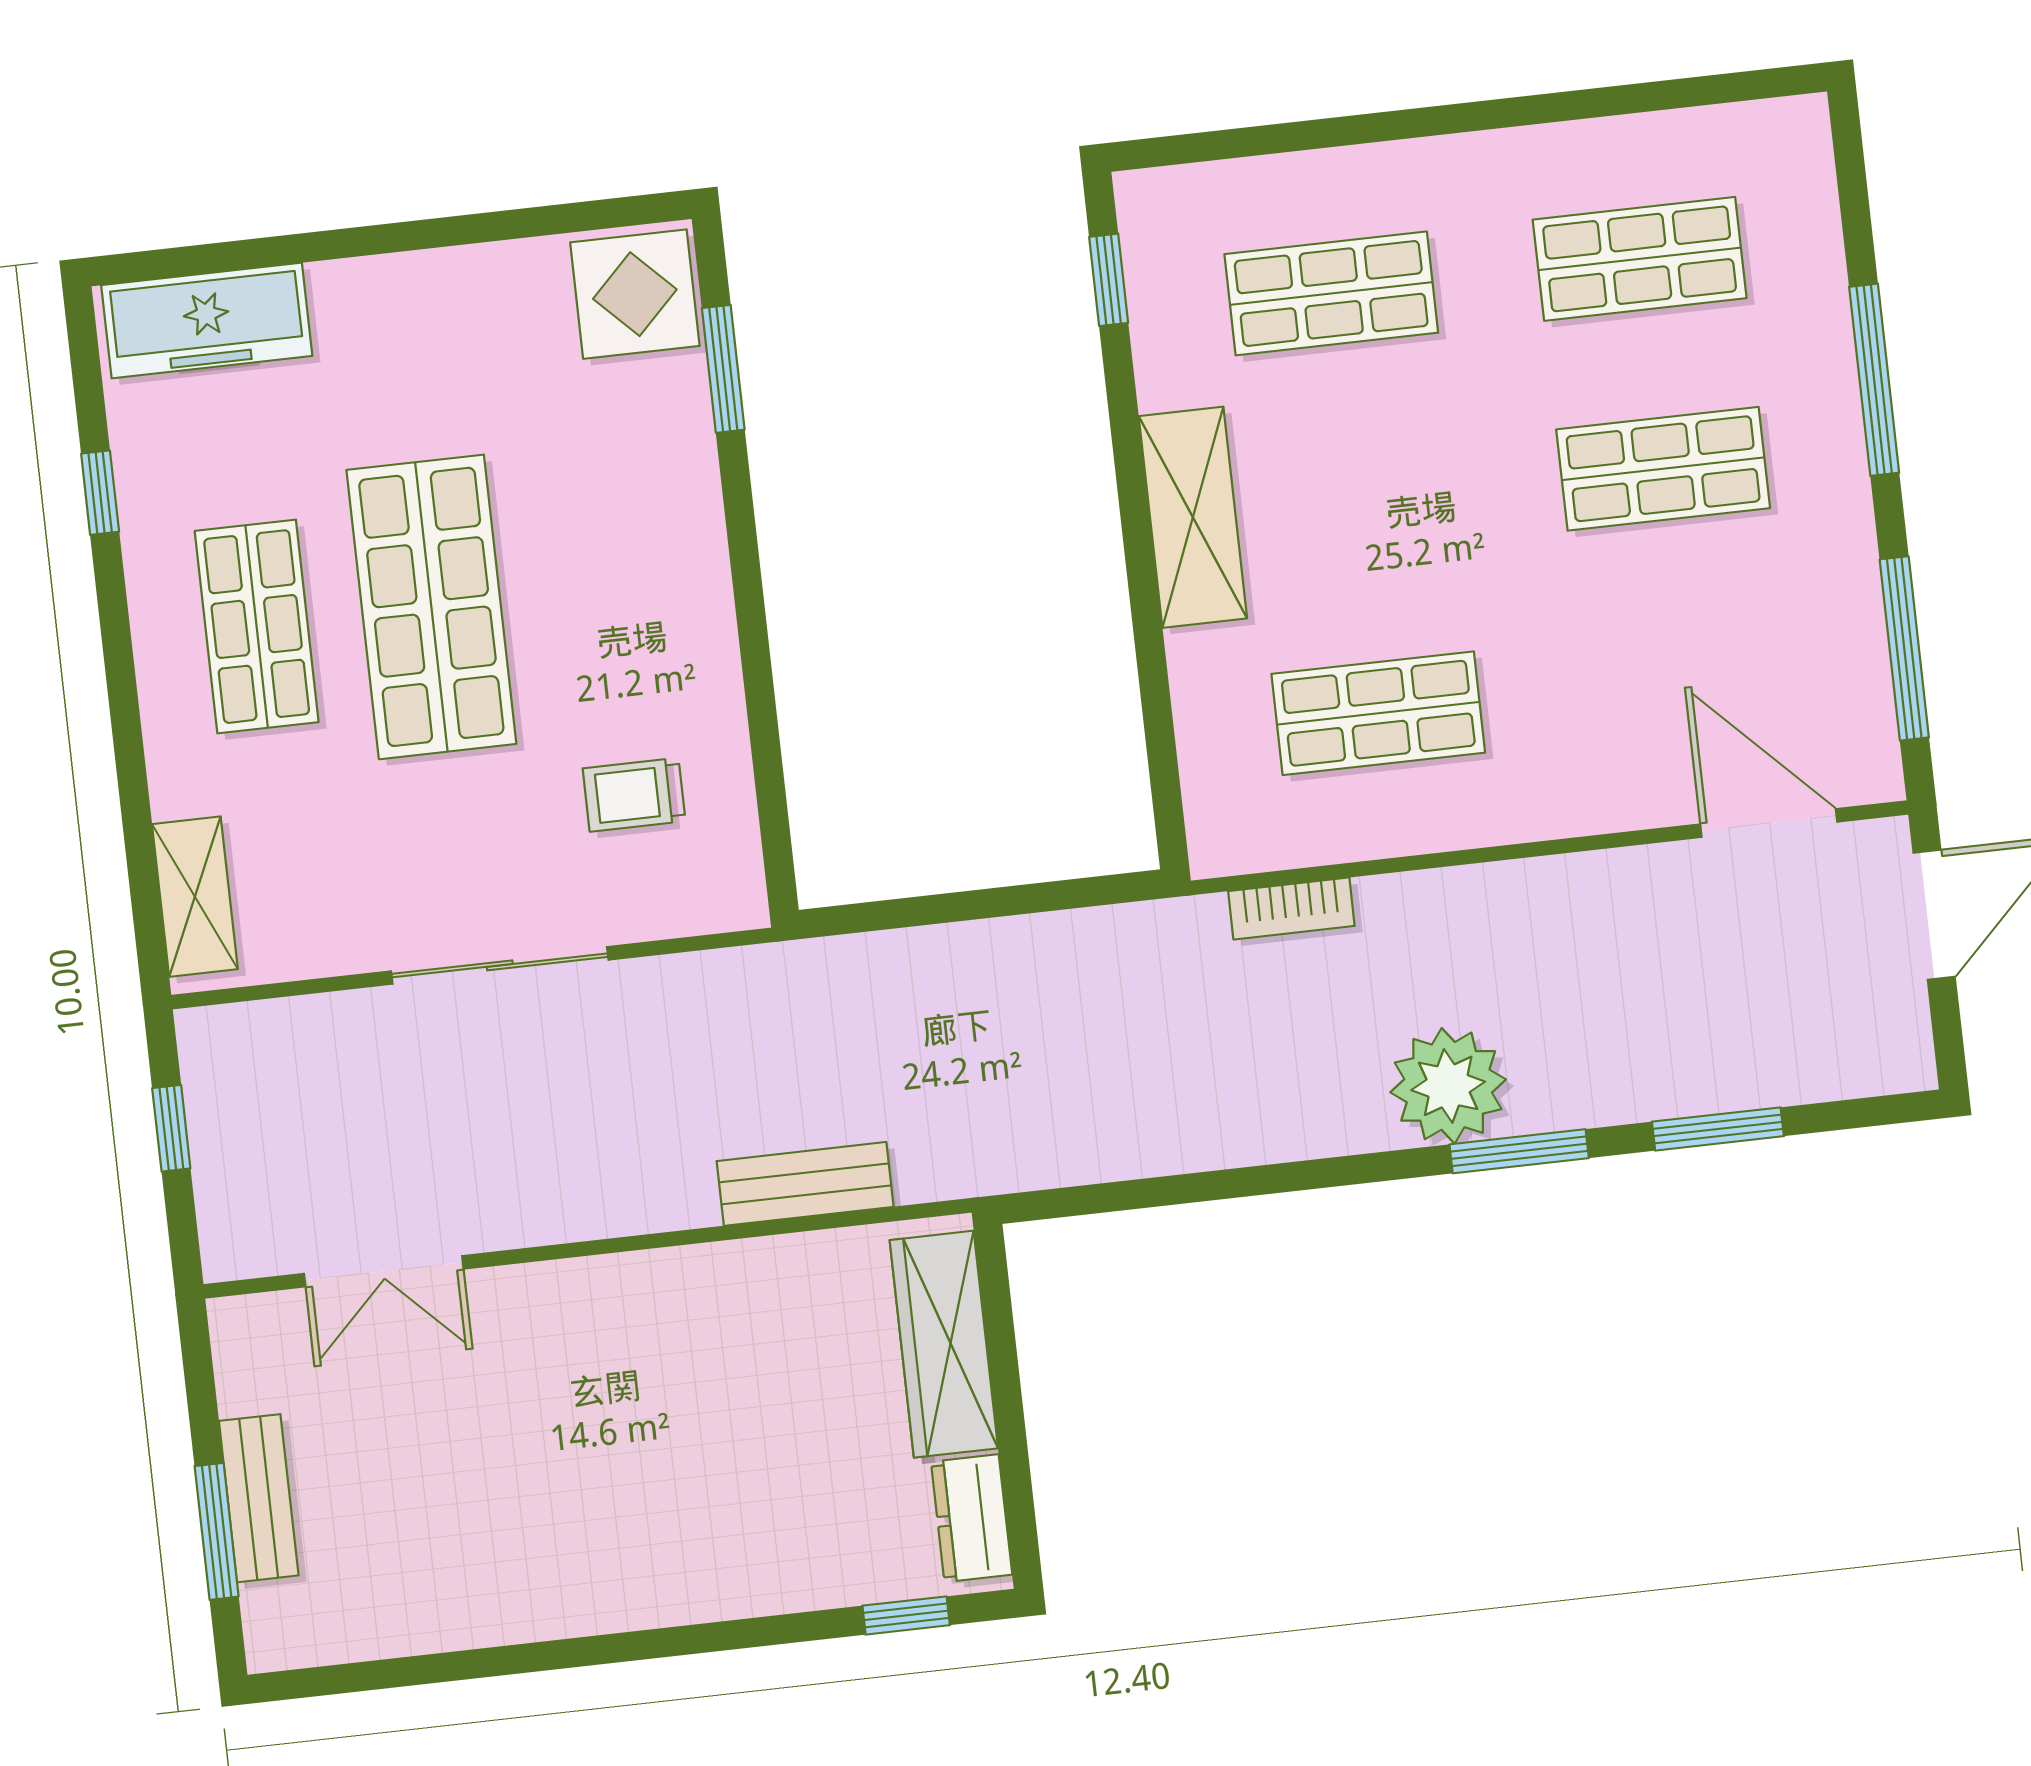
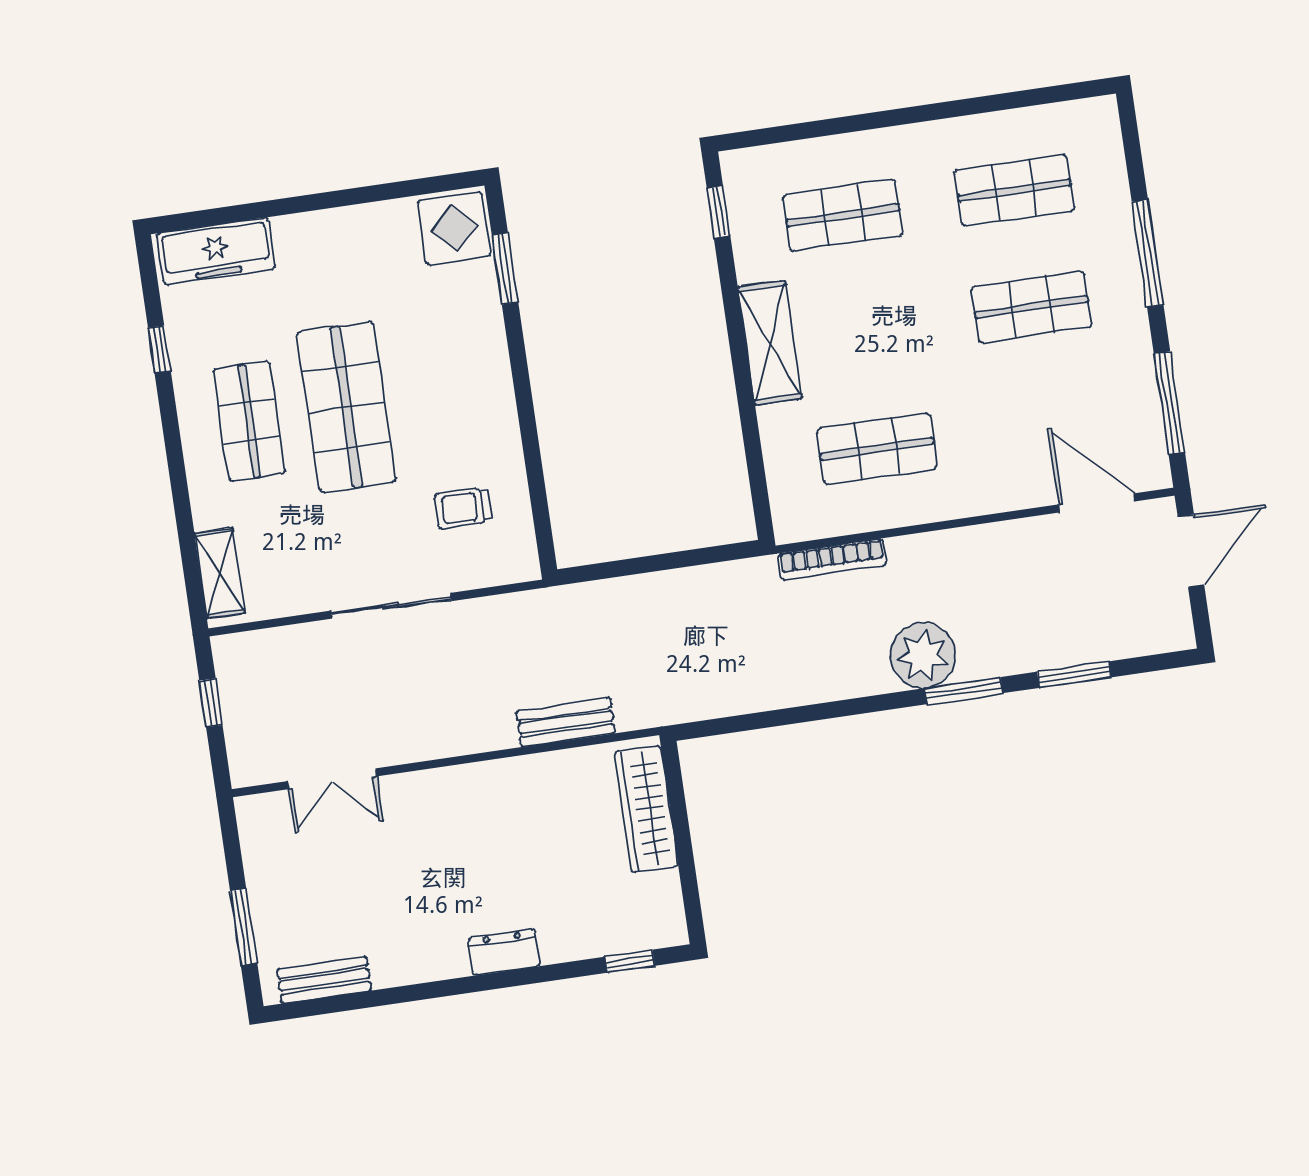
bookcase: (1291, 908) -> (832, 559), width x1.56
bench: (259, 1498) -> (324, 980), moved, turned 90
dresser: (972, 1518) -> (504, 952), moved, turned 90

